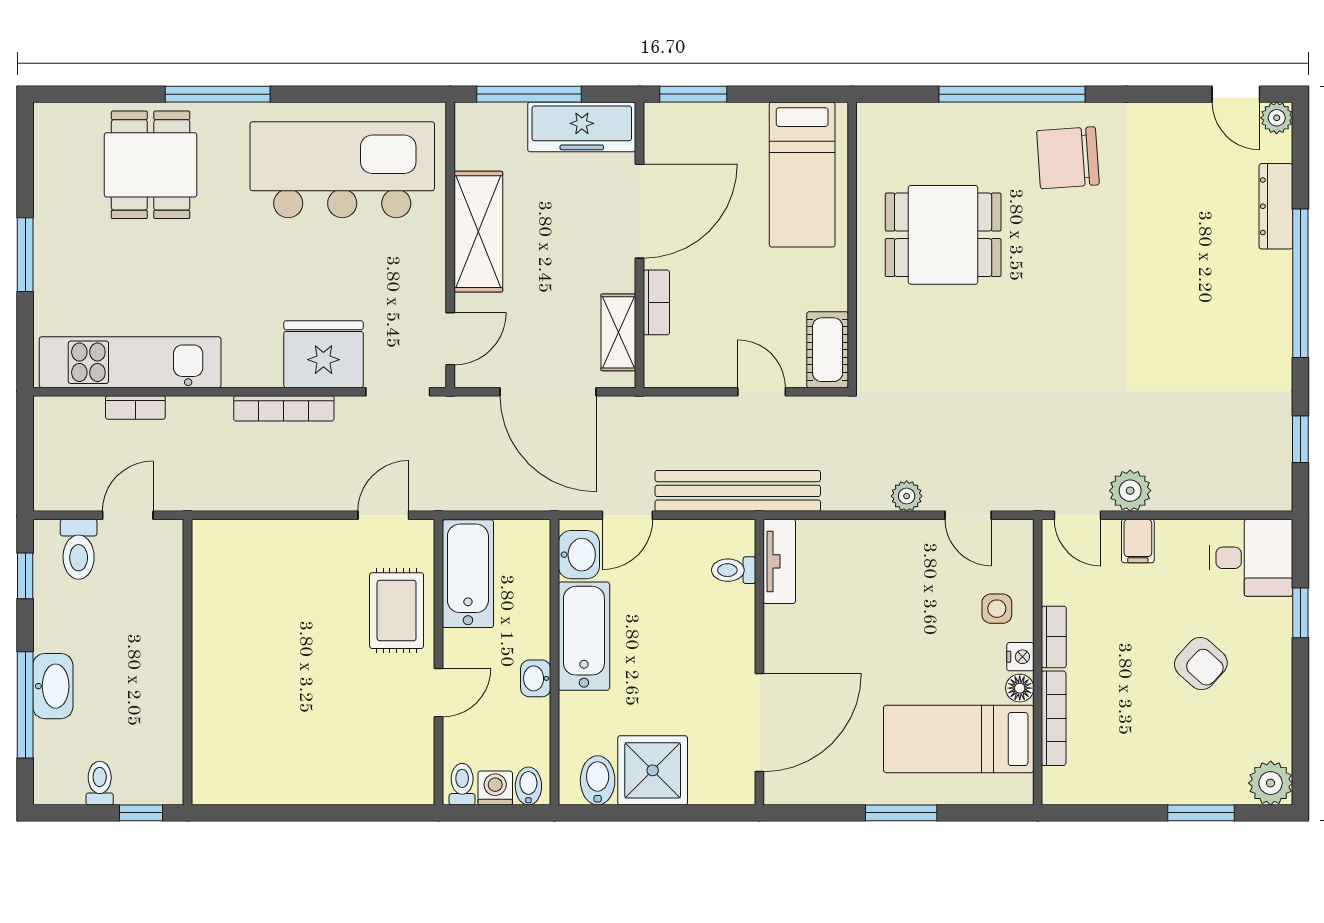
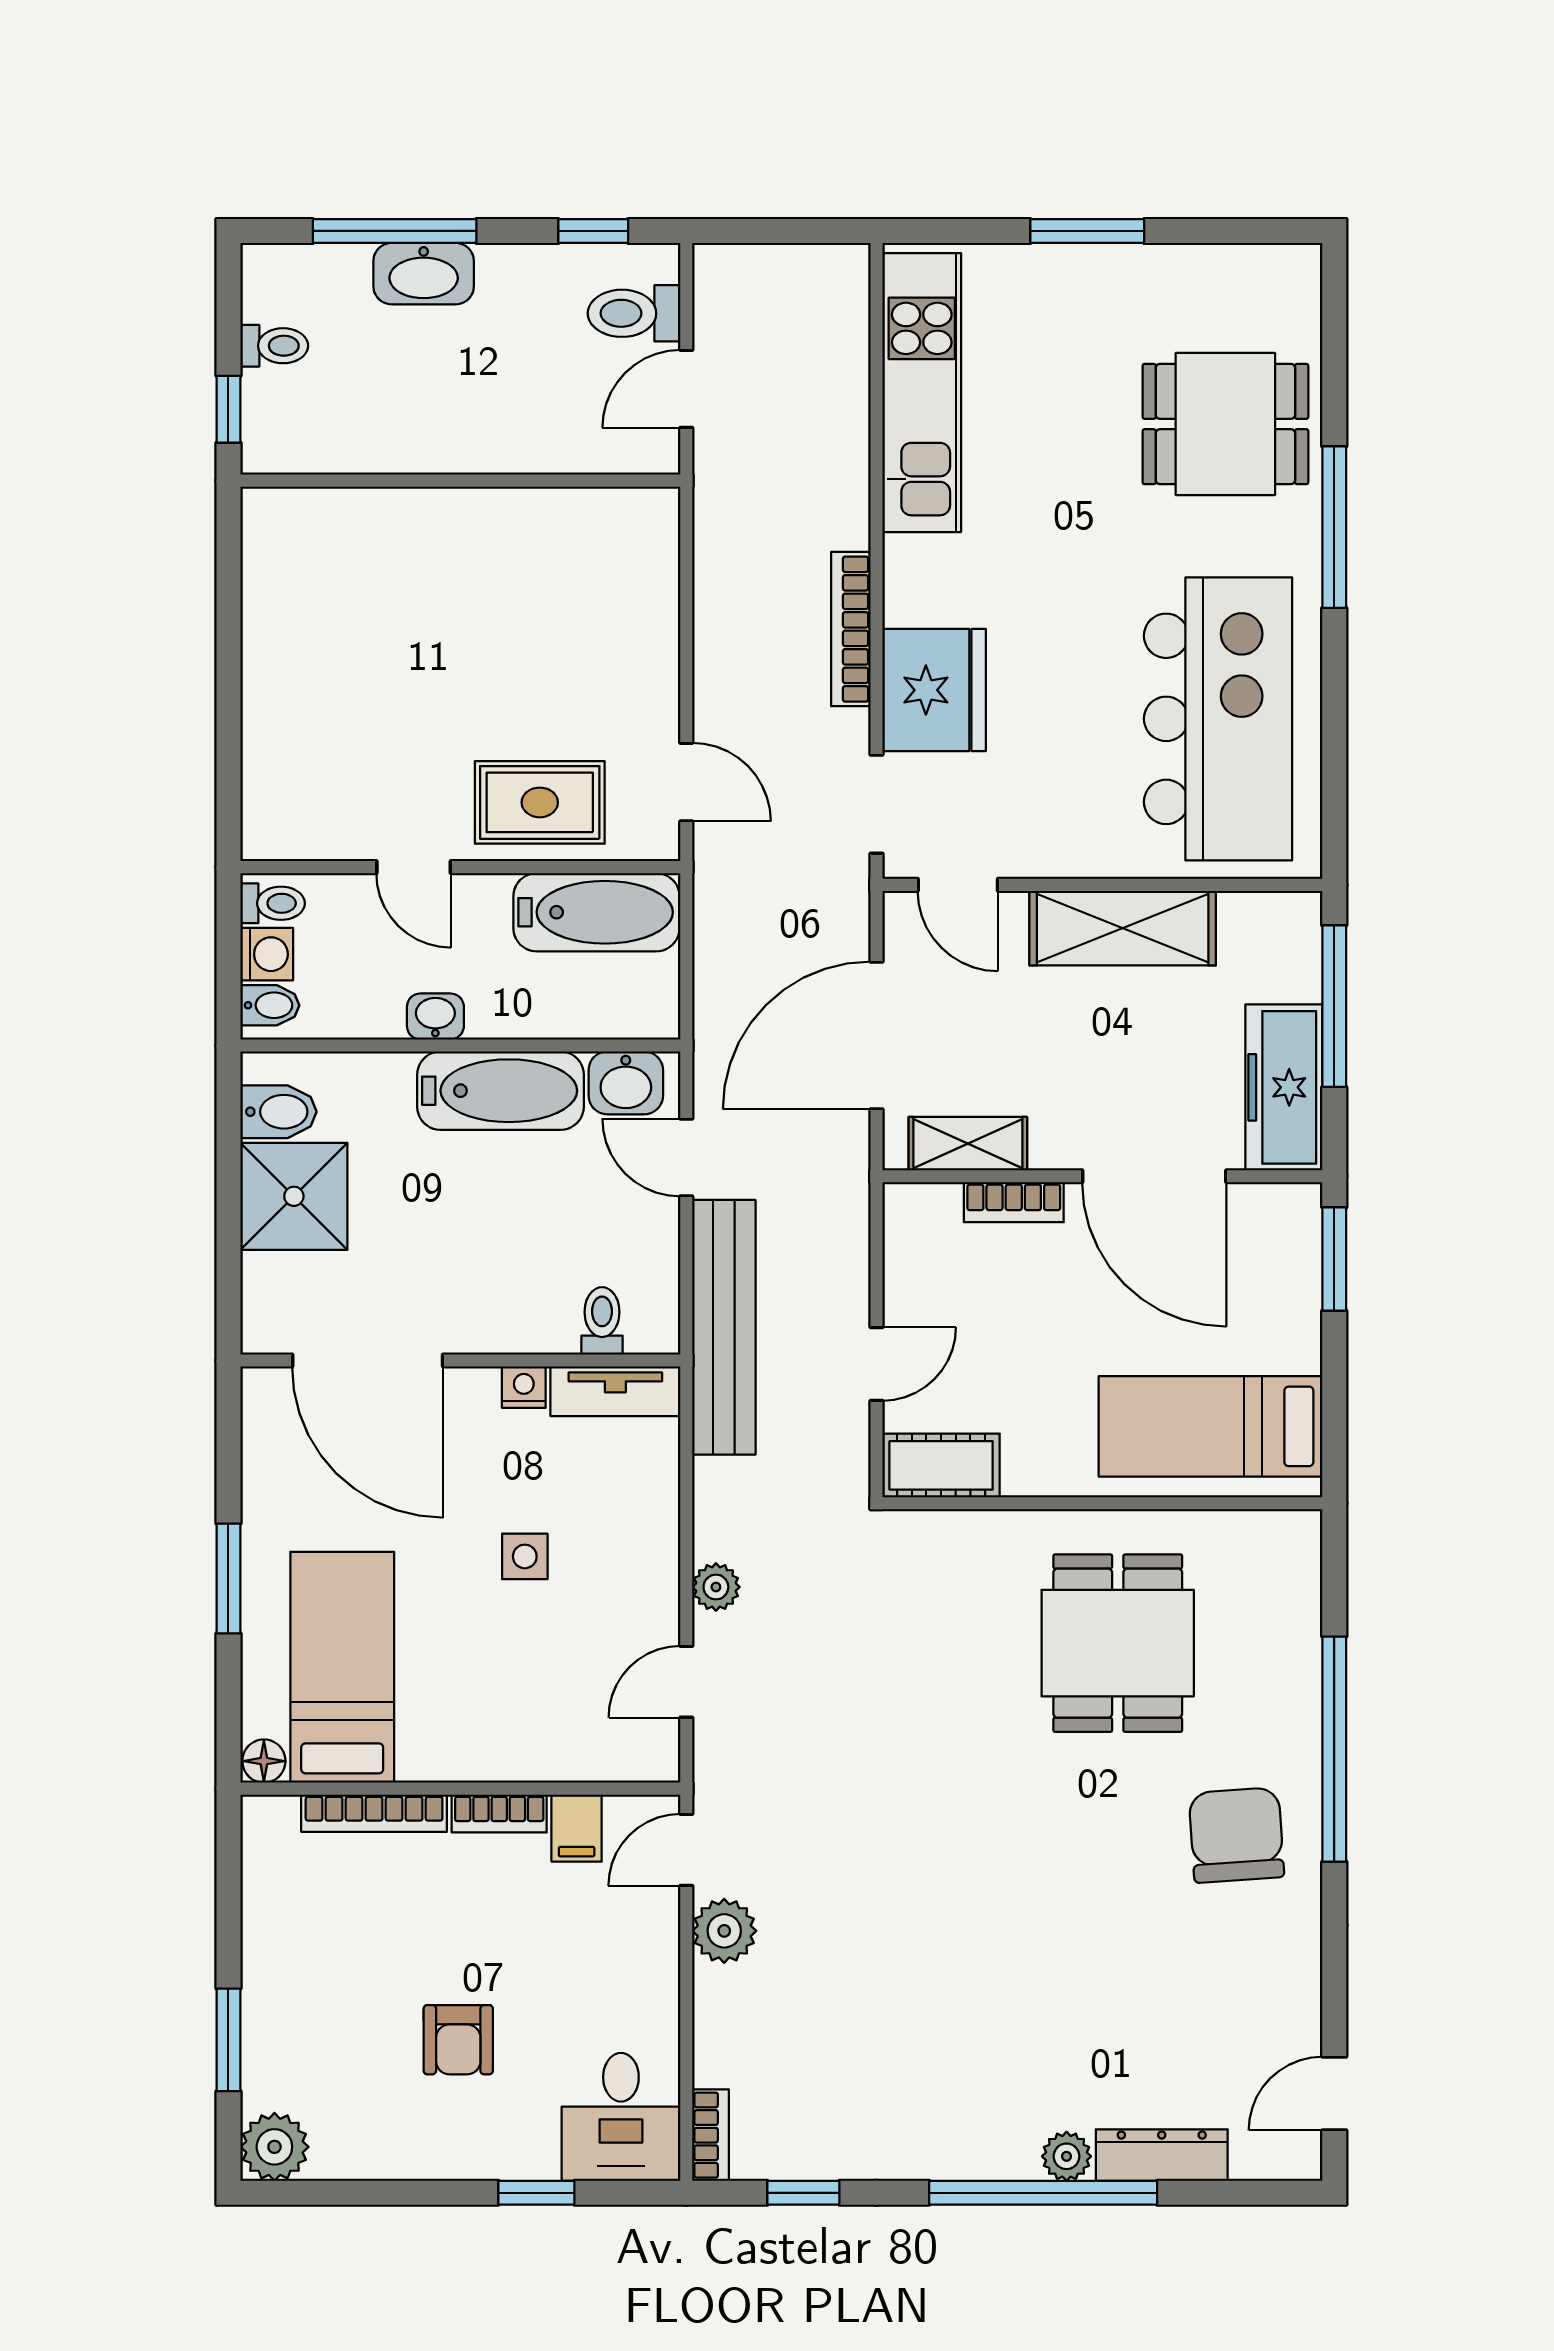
plant: (1277, 118) -> (1067, 2156), moved
bookcase: (135, 407) -> (711, 2135), moved, turned 180
door: (128, 515) -> (686, 389), swing flipped
filing cabinet: (1138, 541) -> (577, 1828), moved, turned -90
side table: (997, 609) -> (525, 1556), moved
nightstand: (1020, 657) -> (524, 1387), moved, turned 180
armchair: (1201, 664) -> (458, 2040), turned -42
floor lamp: (1020, 688) -> (264, 1761), moved

